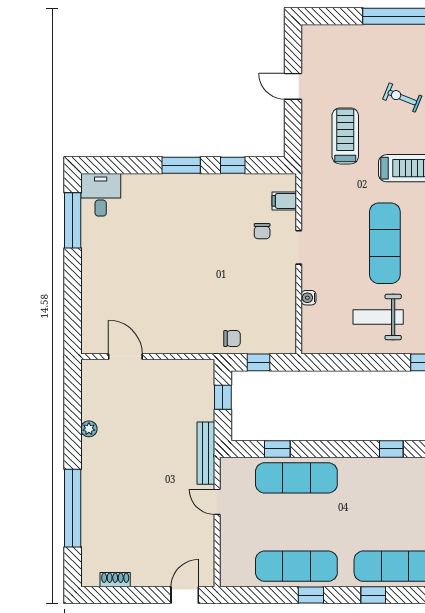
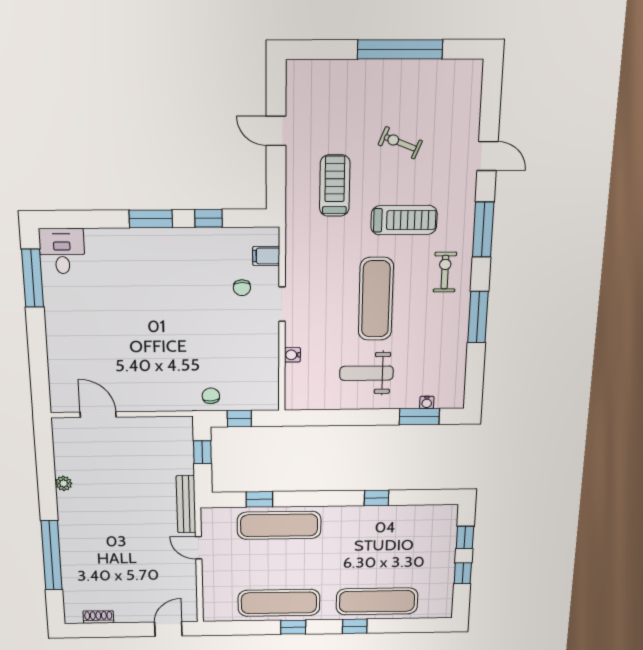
chair: (232, 339) -> (211, 396), turned -94

